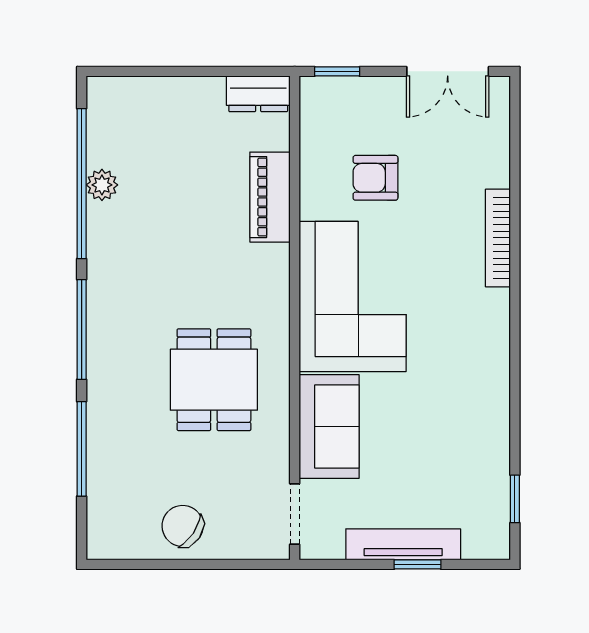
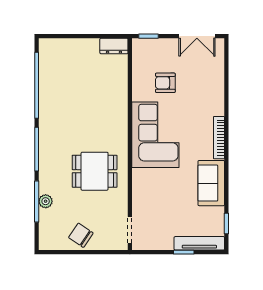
plant: (102, 185) -> (46, 201), moved
piano: (270, 197) -> (119, 91), removed
bookcase: (498, 238) -> (219, 138), moved
dining table: (214, 380) -> (95, 171), turned 90
sofa: (329, 426) -> (211, 183), moved, turned 180
tv unit: (403, 544) -> (199, 243), moved

